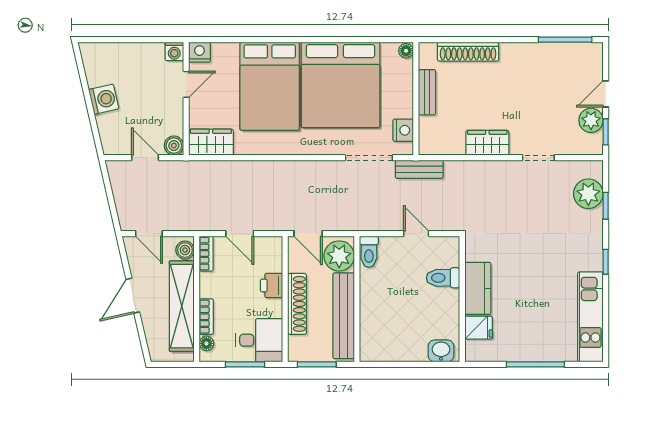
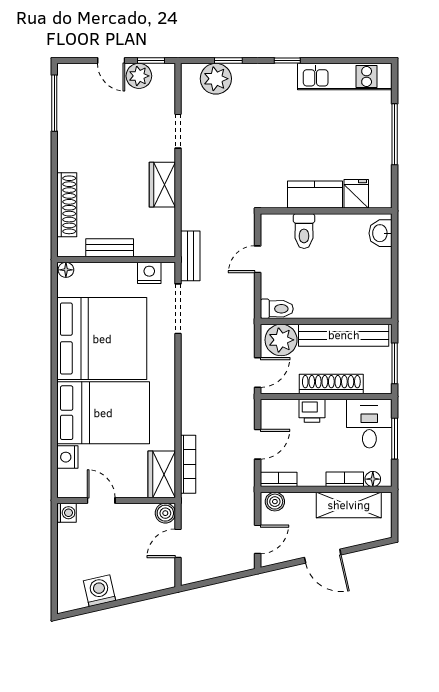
nightstand: (199, 52) -> (67, 457), moved
washing machine: (104, 99) -> (100, 591), moved
bookcase: (221, 167) -> (188, 464), added
shelving: (182, 306) -> (349, 505), width x0.68

